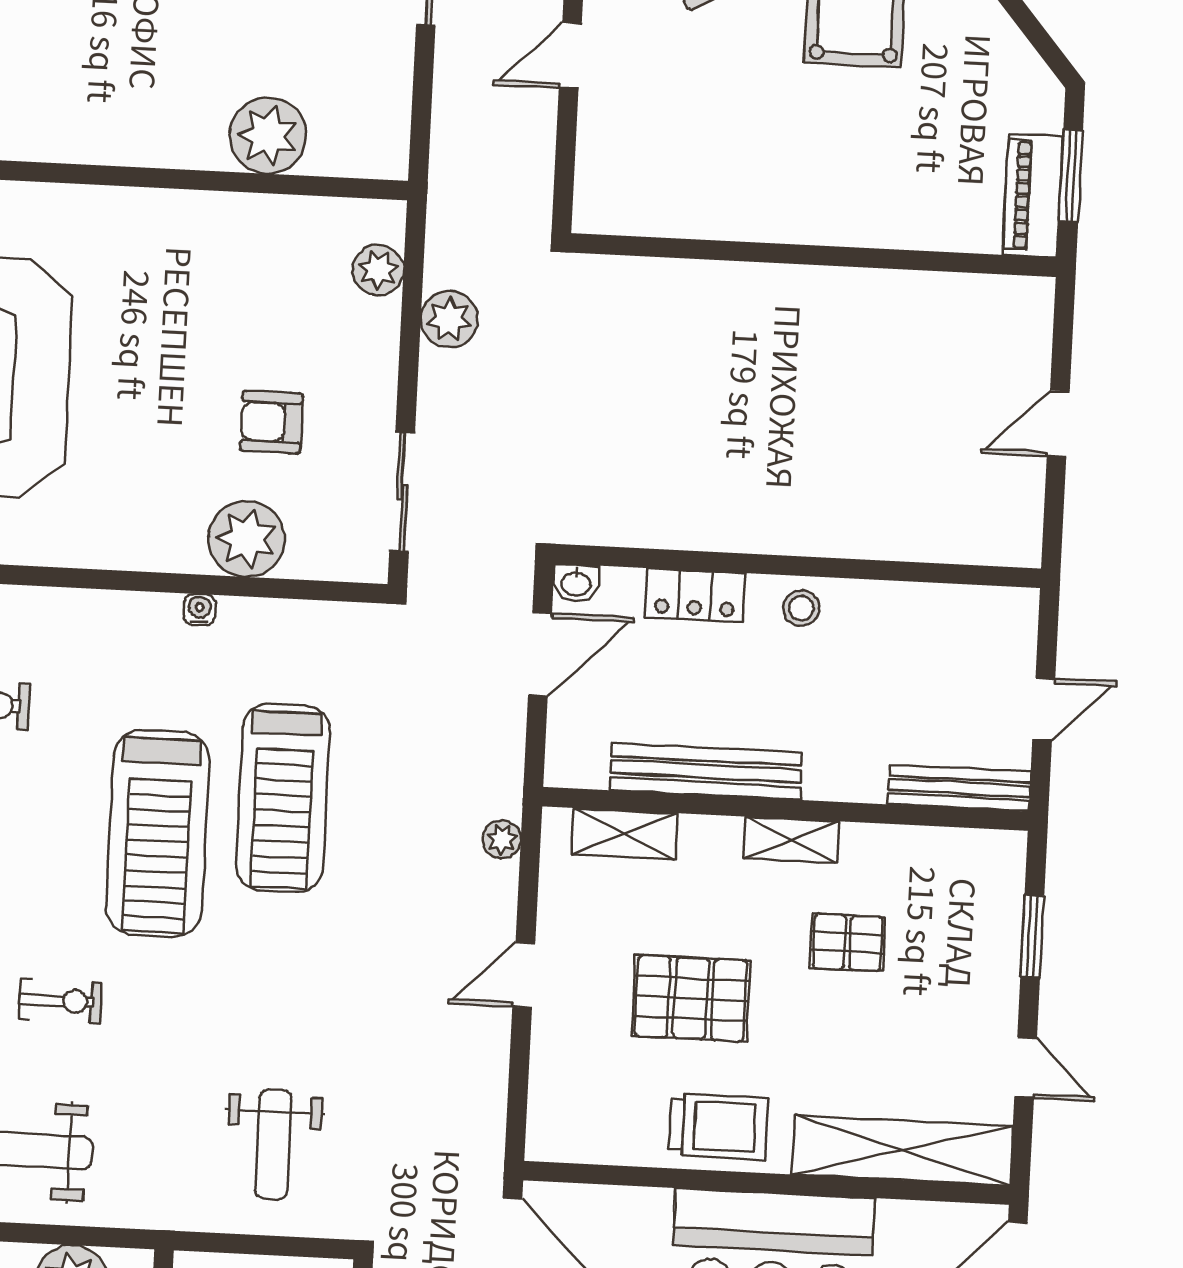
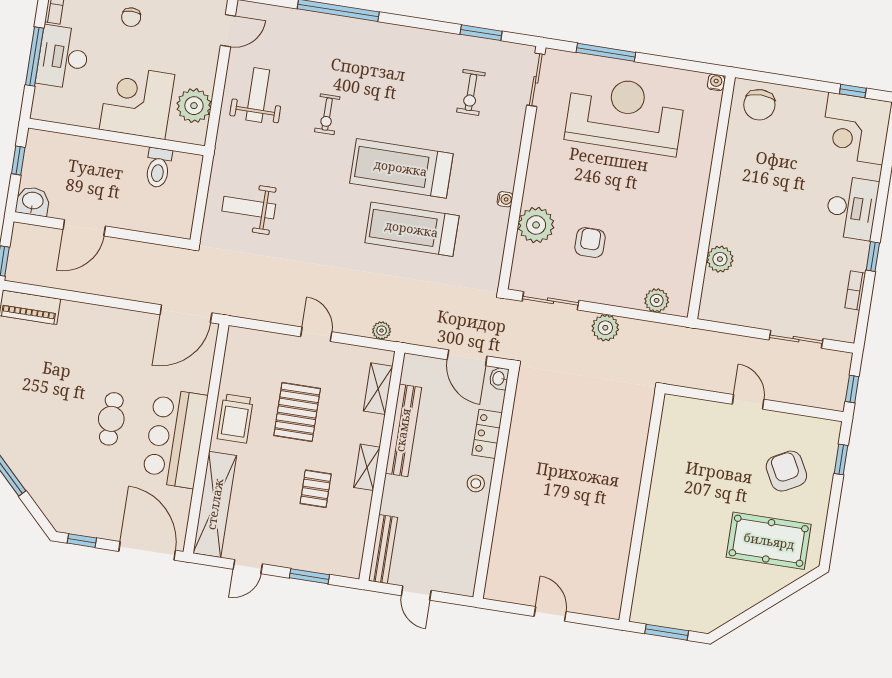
plant: (268, 136) -> (720, 259), width x0.73, depth x0.73
piano: (1033, 196) -> (659, 613), removed
plant: (449, 319) -> (605, 328), moved

